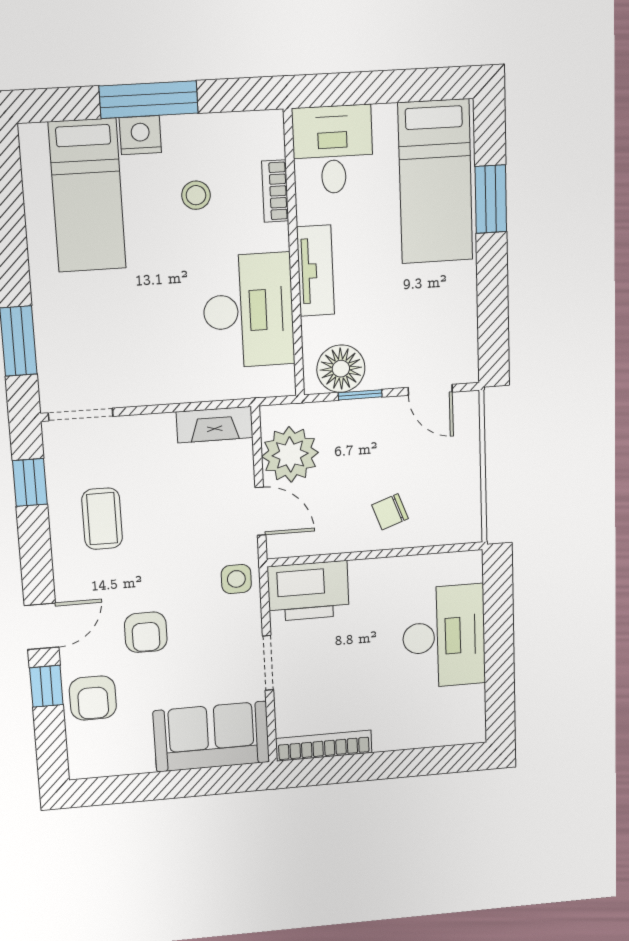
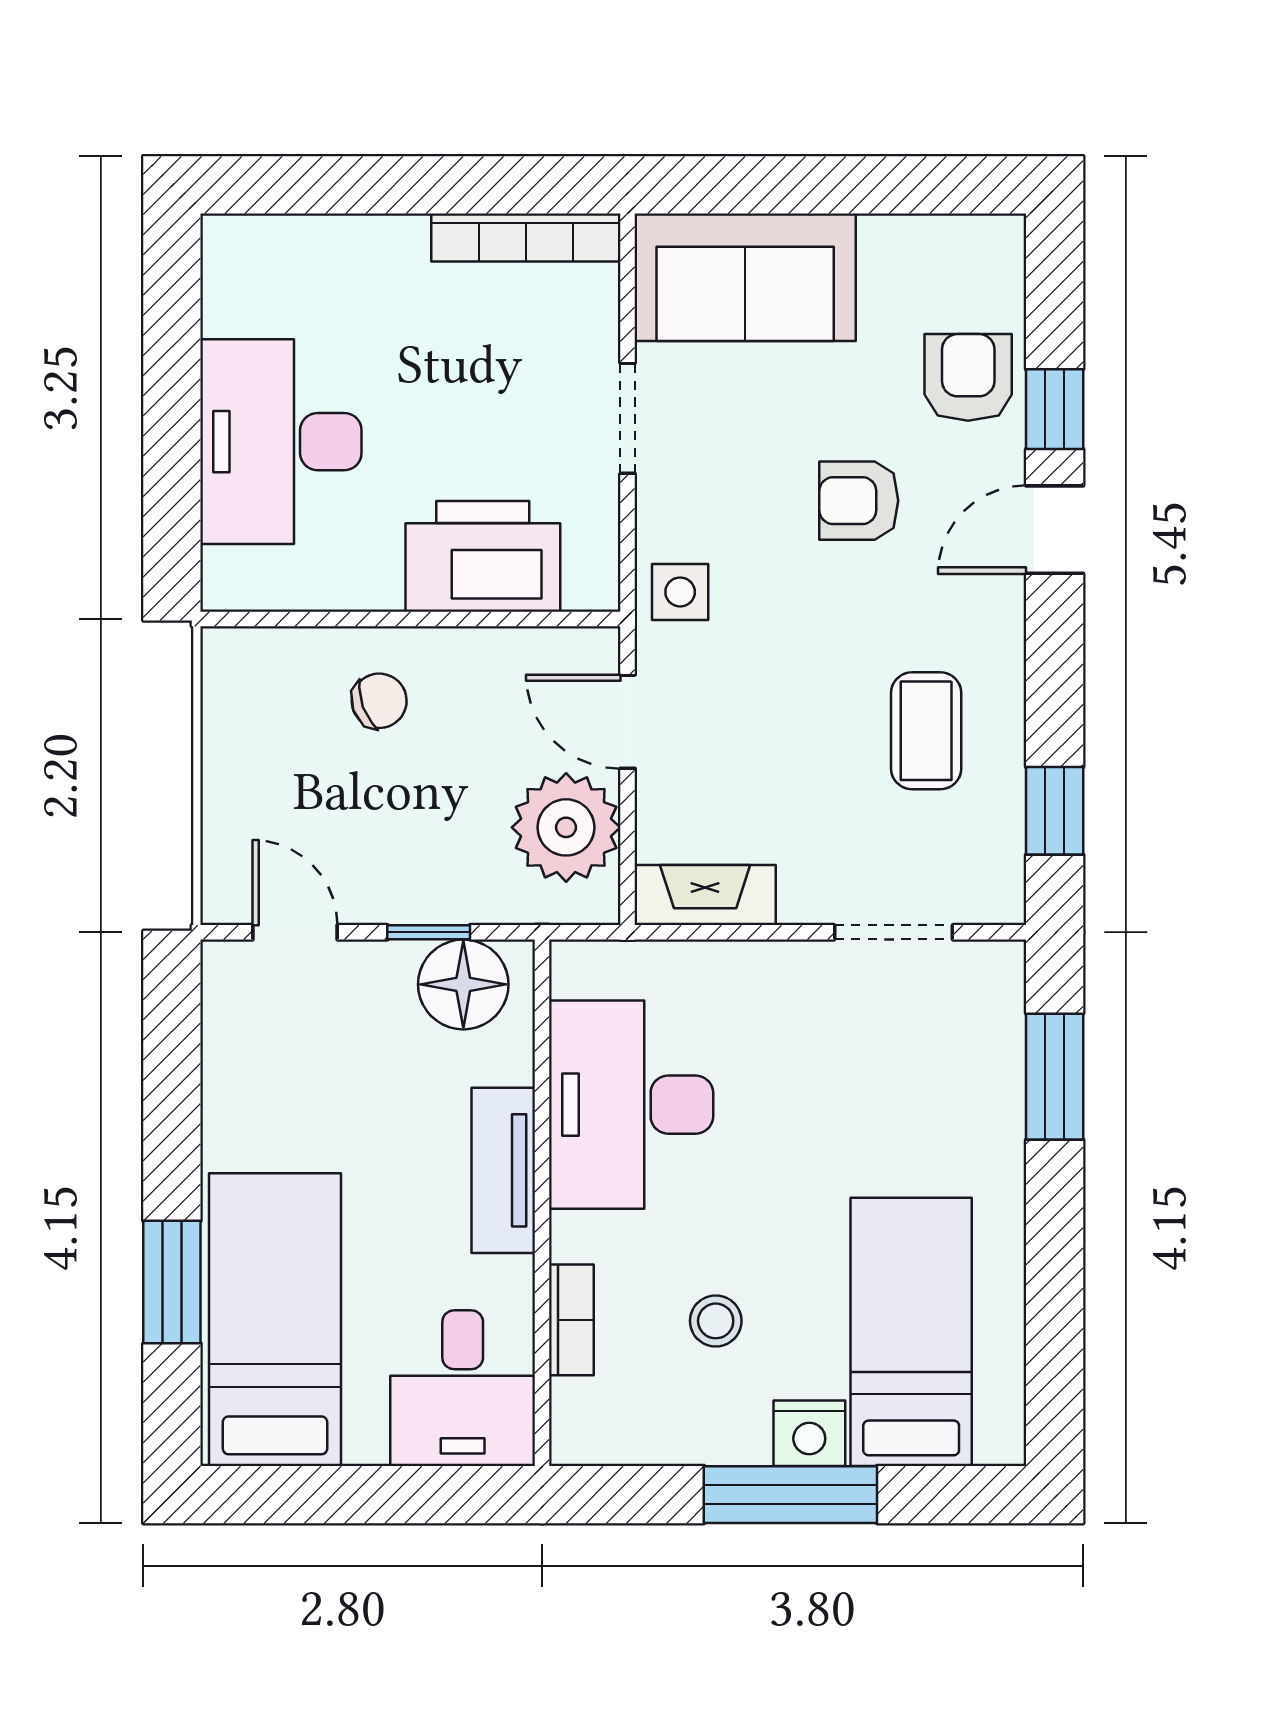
doorway: (81, 415) -> (894, 932), moved
printer: (308, 591) -> (483, 556), moved
armchair: (146, 632) -> (859, 501), turned -90

